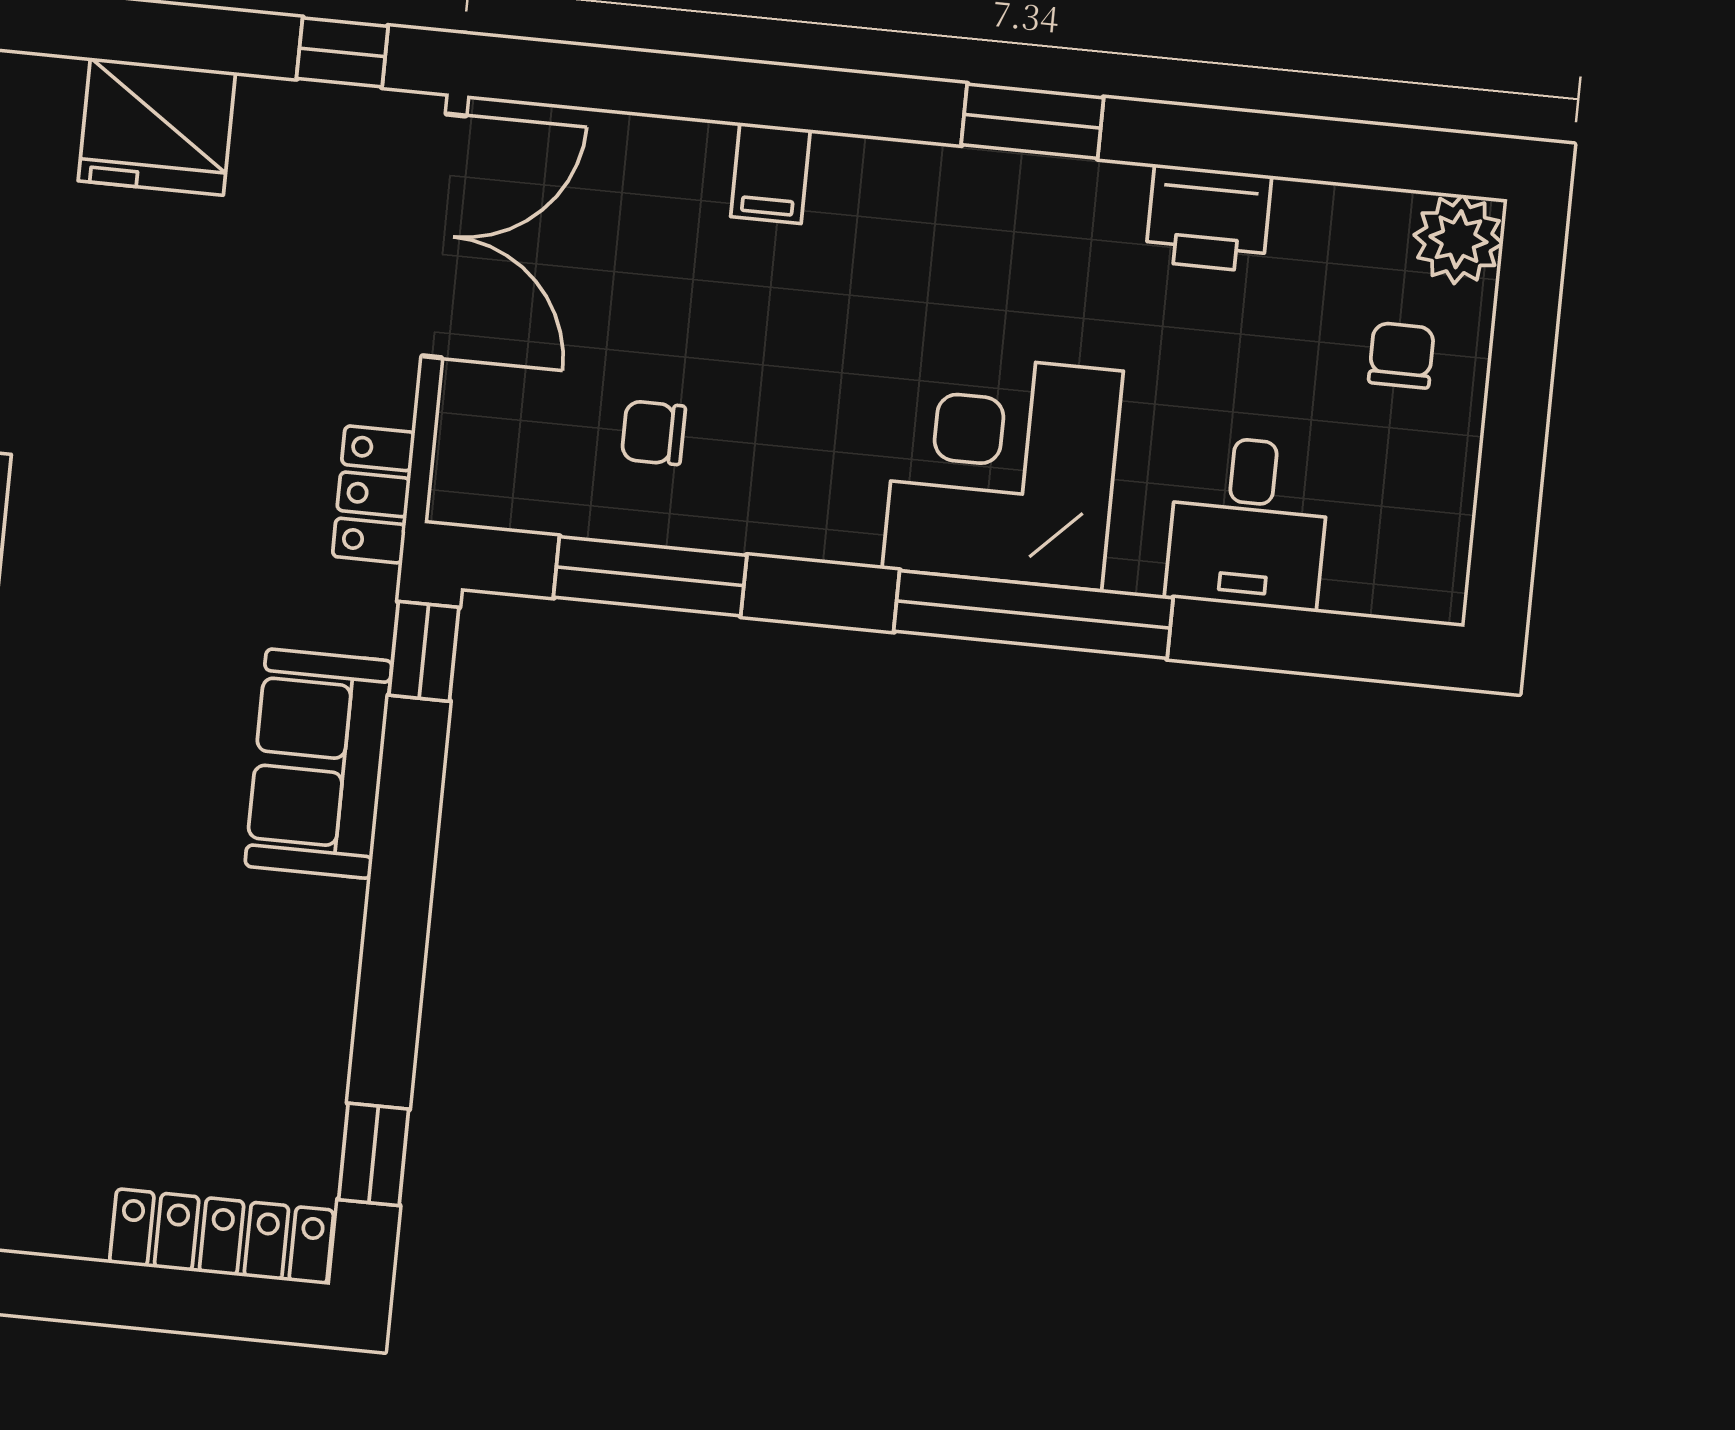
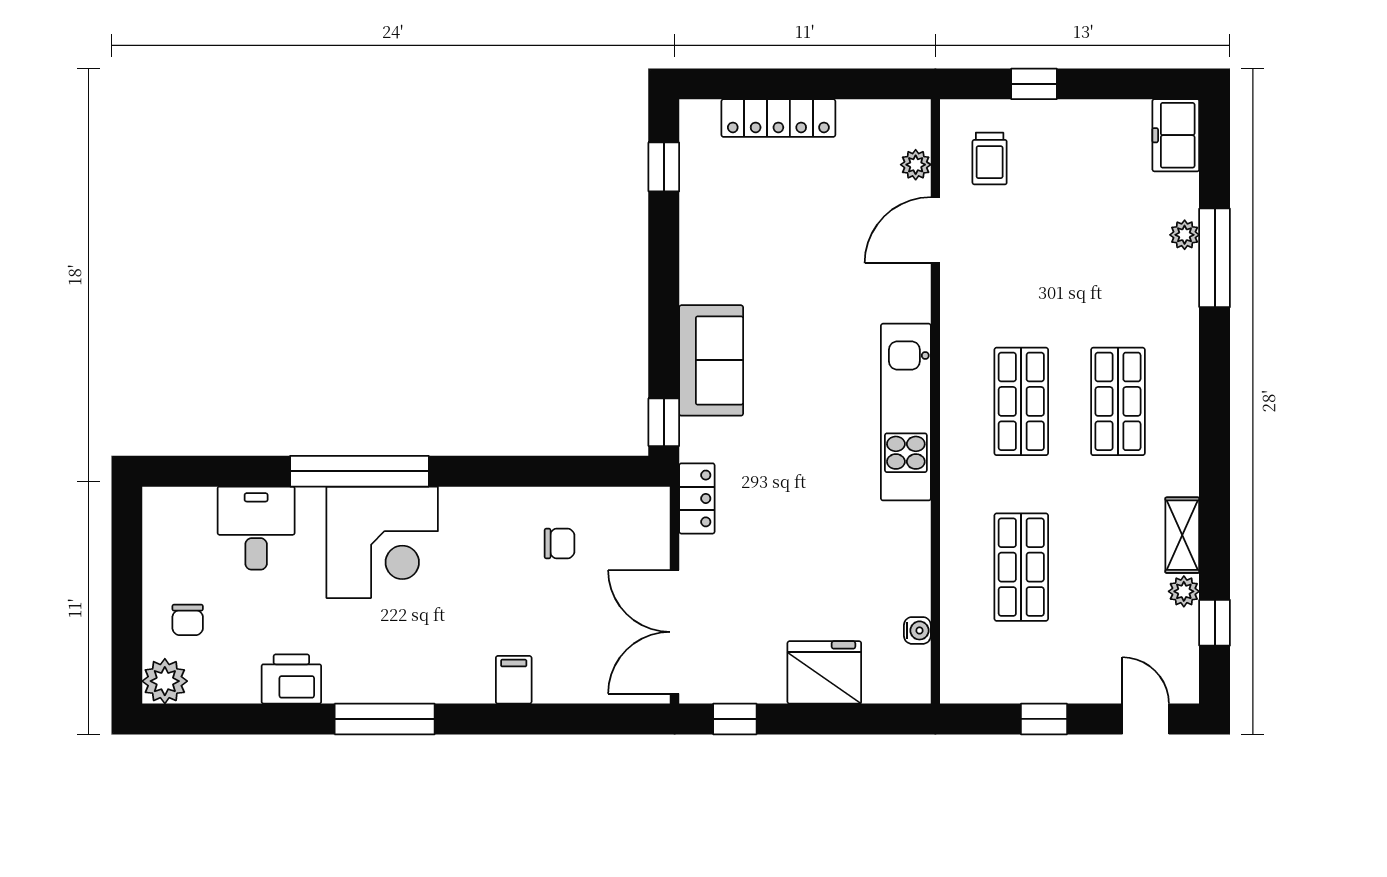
window: (1032, 121) -> (385, 719), width x1.44
window: (650, 576) -> (554, 471), removed
locker: (222, 1237) -> (778, 118), moved

